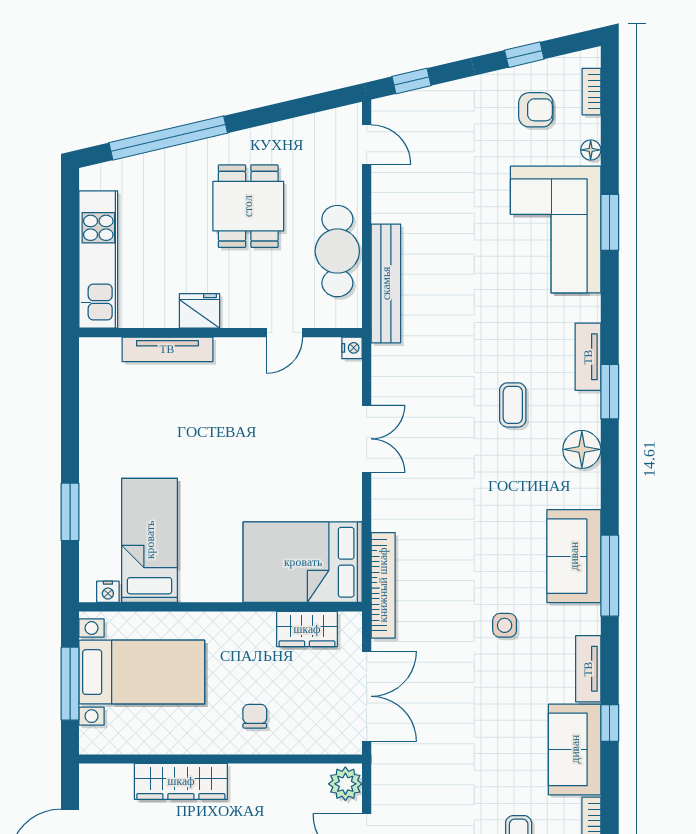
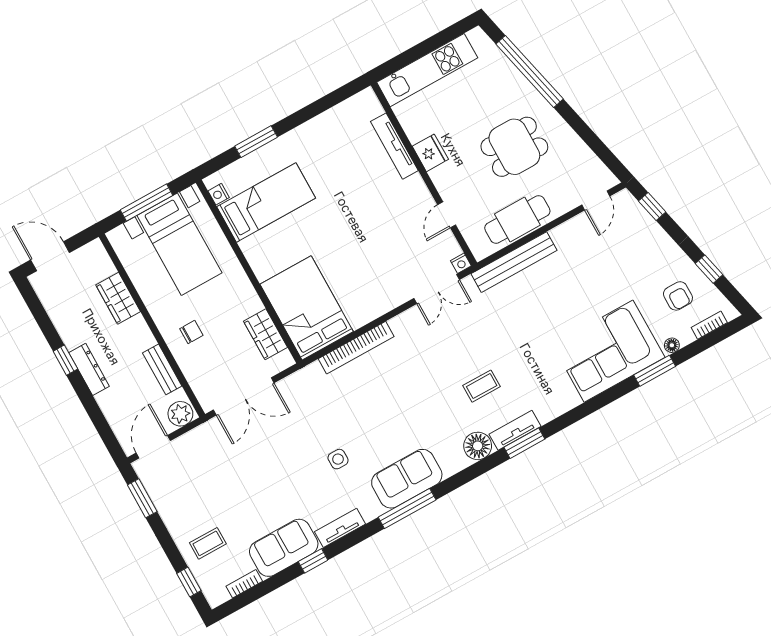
window: (610, 222) -> (655, 371), moved
door: (285, 333) -> (447, 215), hinge flipped
tv unit: (588, 357) -> (515, 430), moved
double door: (367, 439) -> (437, 289), moved
bookcase: (383, 585) -> (356, 348), moved
bench: (280, 776) -> (162, 369), added
wardrobe: (181, 781) -> (118, 298), width x0.67

